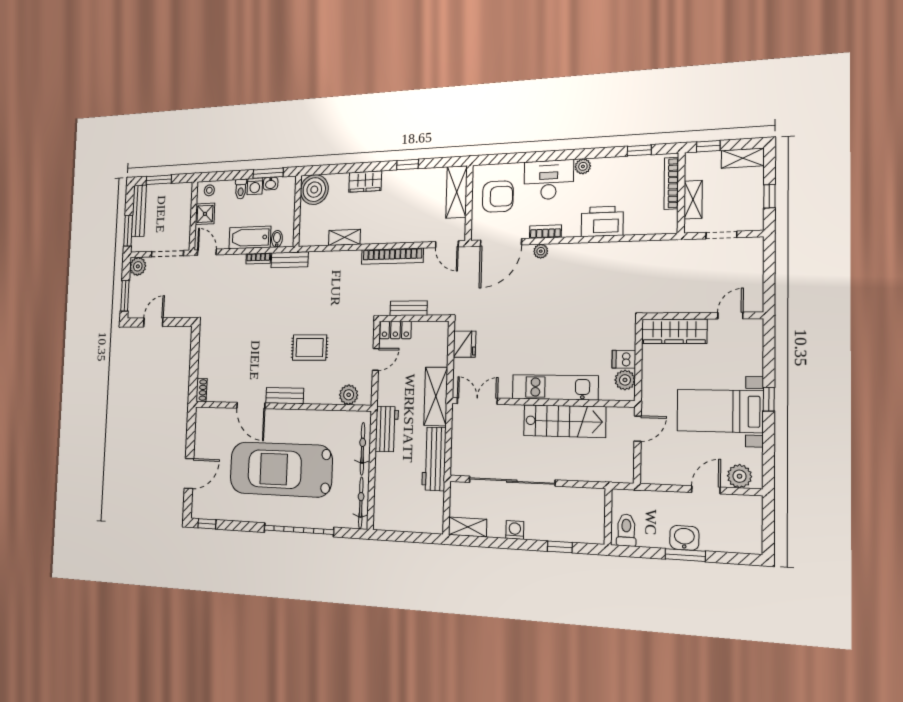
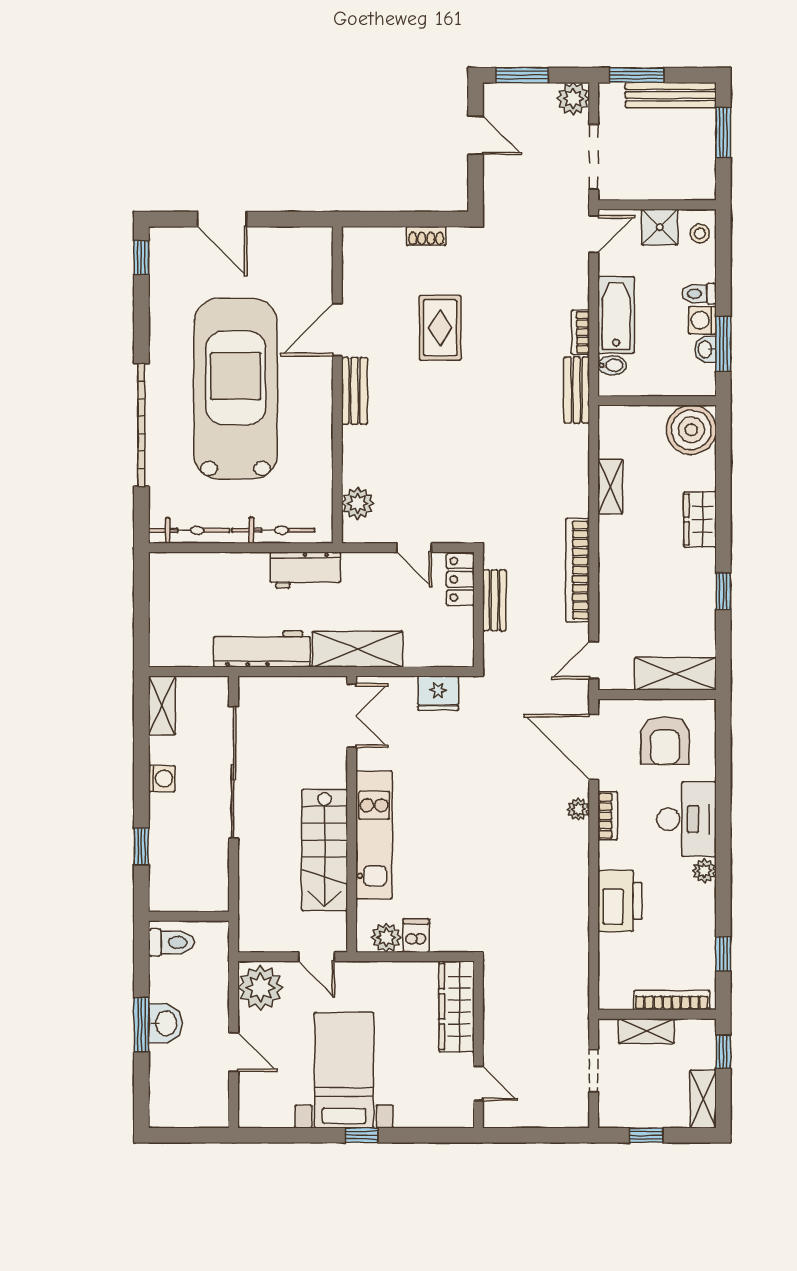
rug: (310, 348) -> (440, 328), moved
shoe rack: (202, 390) -> (426, 236), moved
plant: (740, 476) -> (260, 988), moved, width x1.36, depth x1.36

